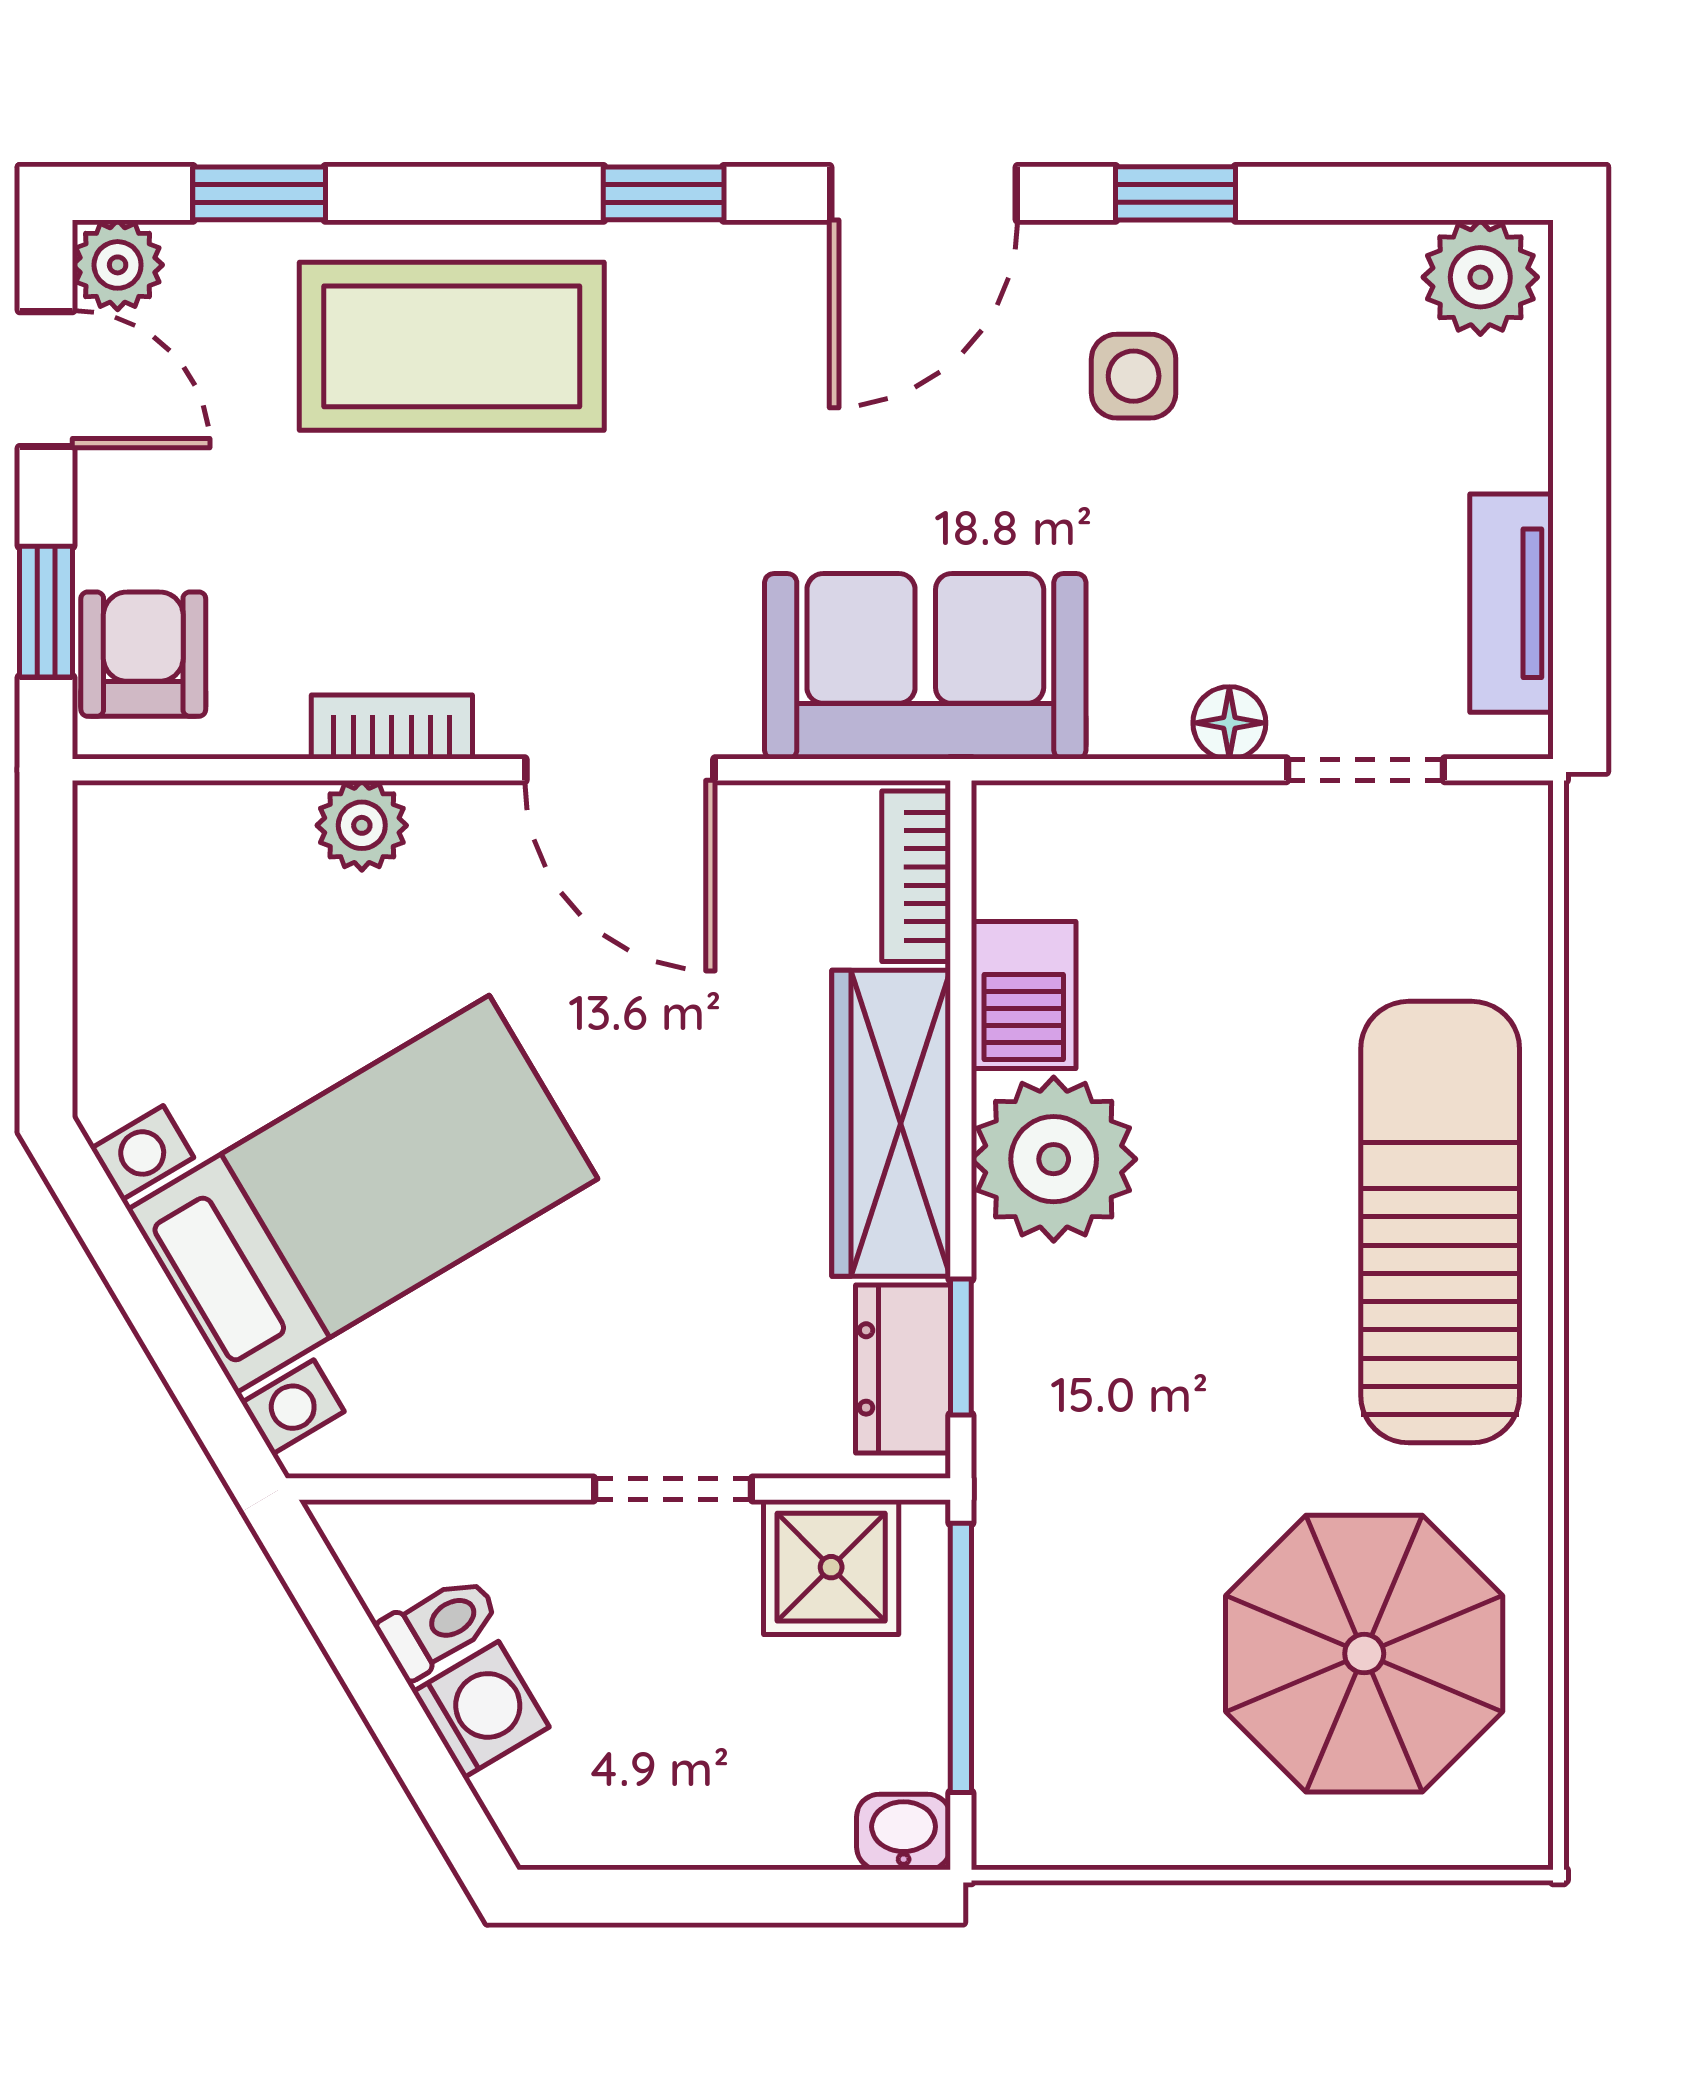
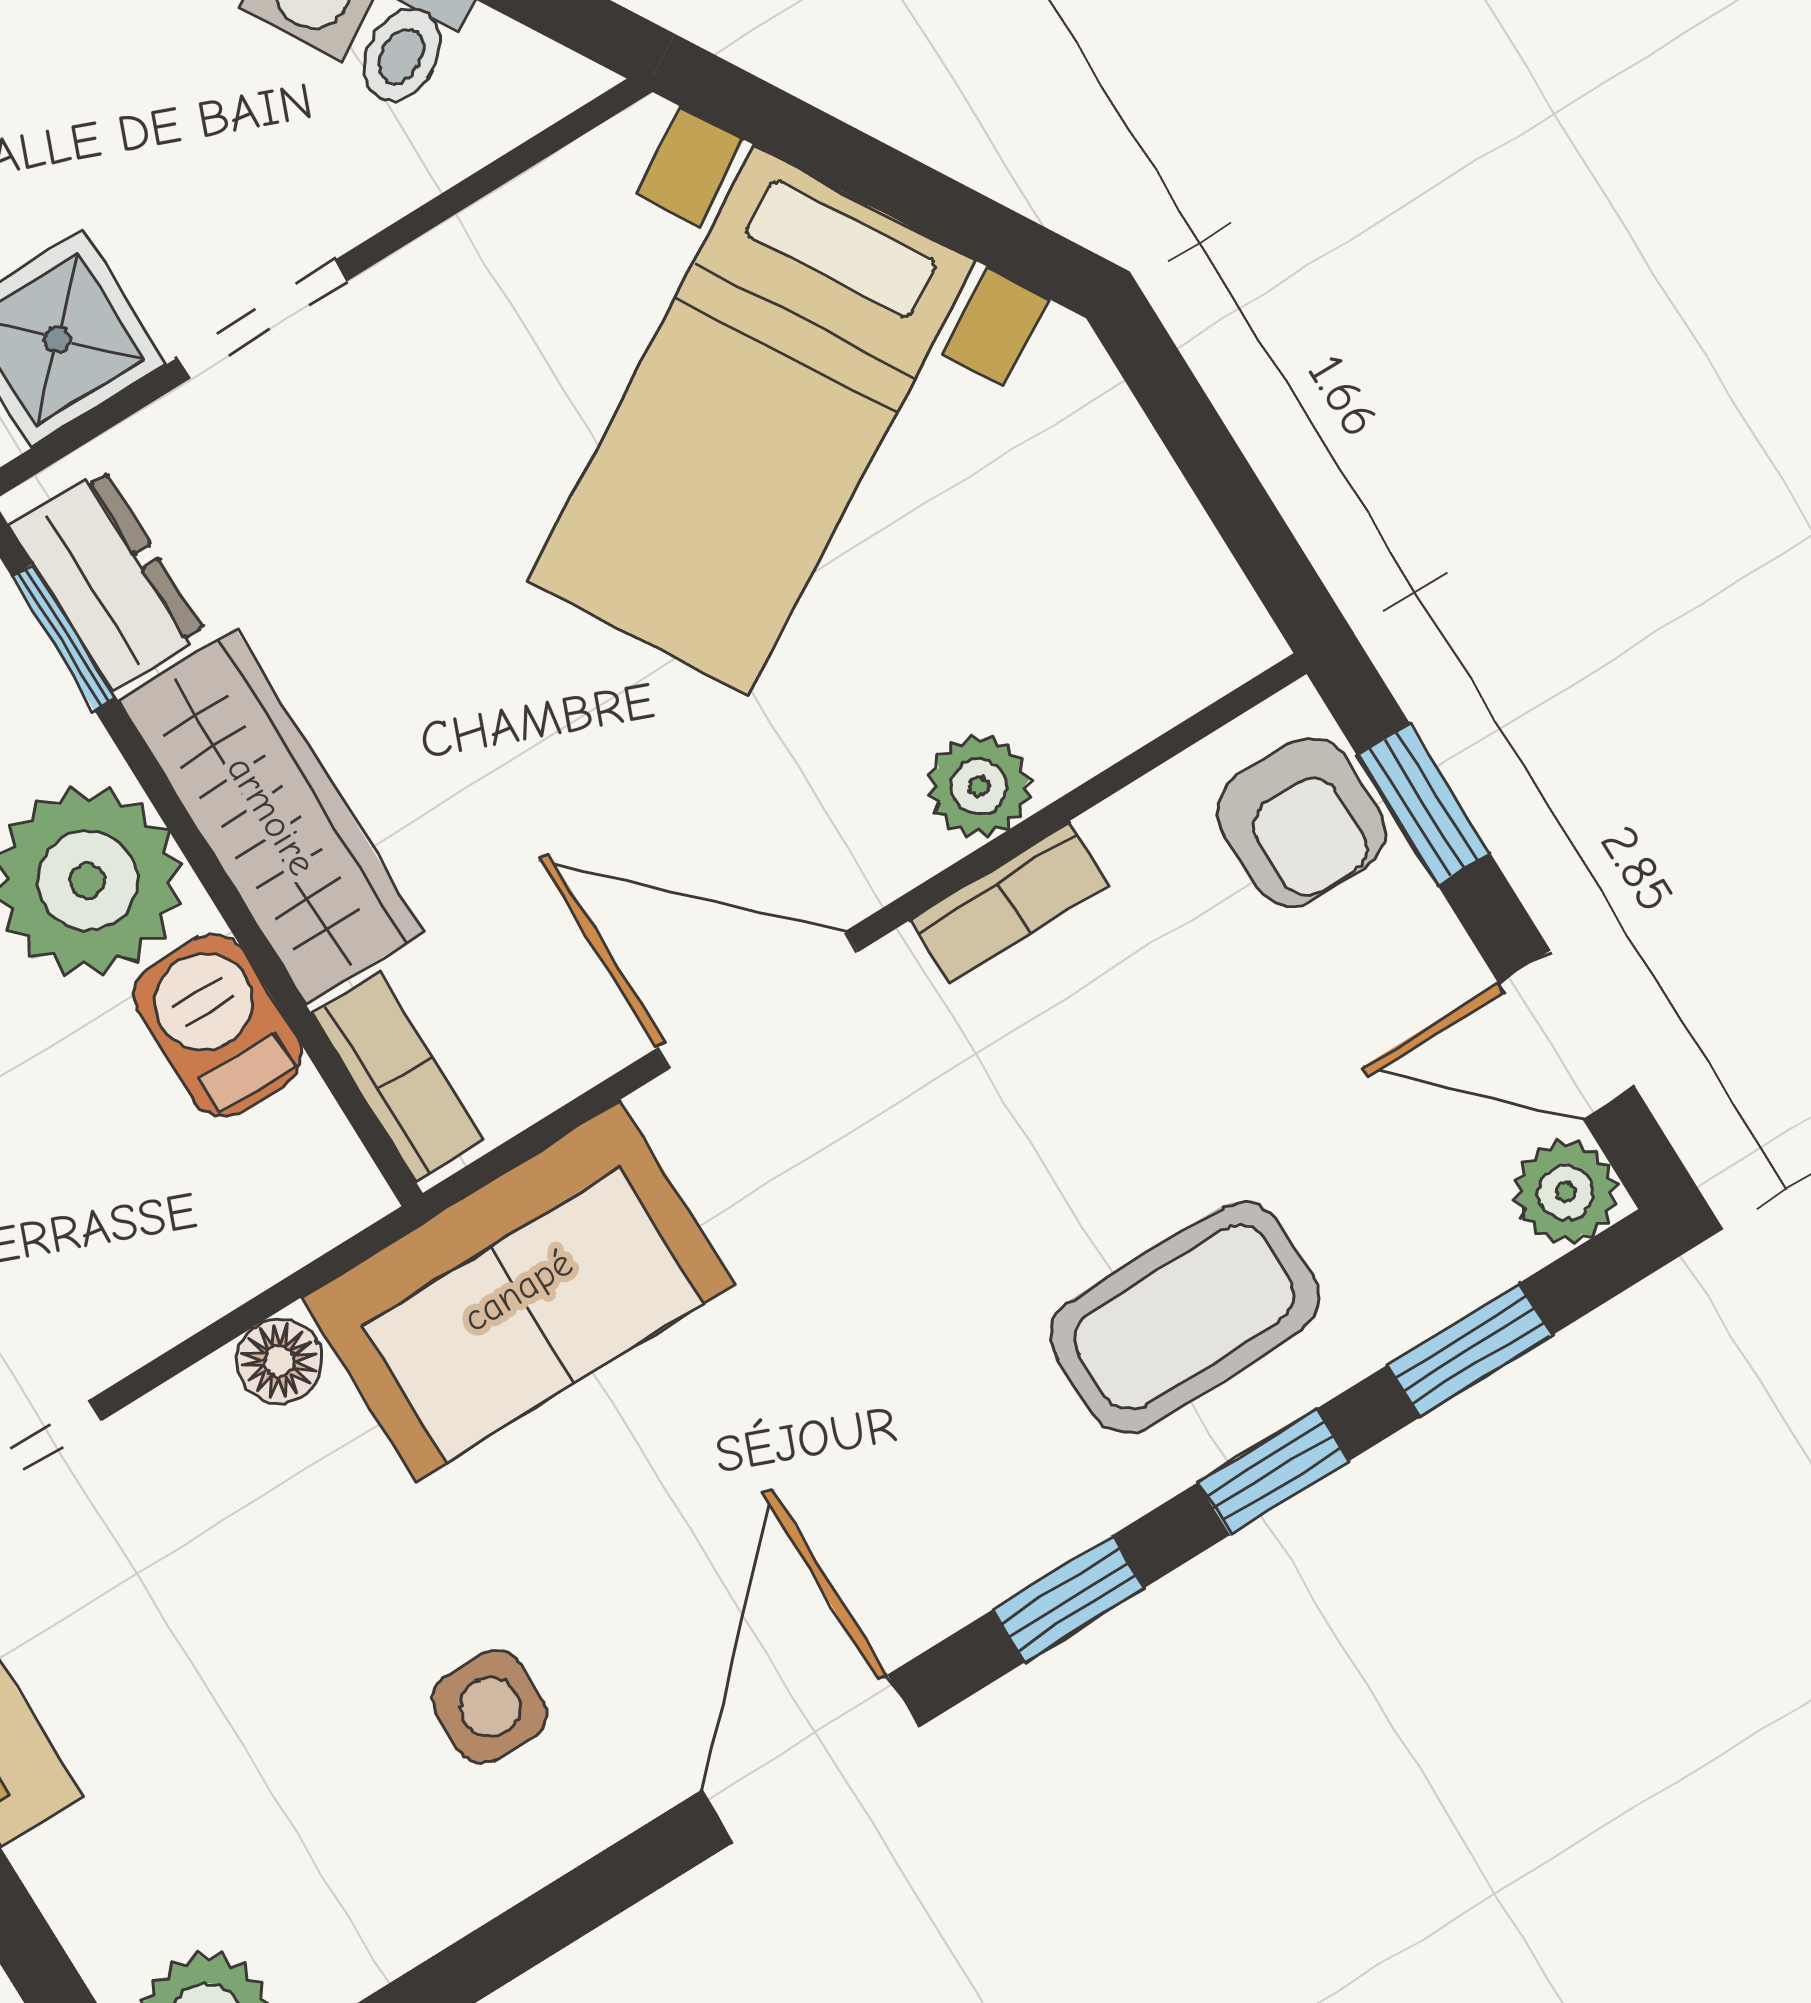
window: (1176, 193) -> (1273, 1472), moved
coffee table: (452, 346) -> (1184, 1317), width x0.73, depth x0.76
floor lamp: (1229, 723) -> (279, 1361), moved

